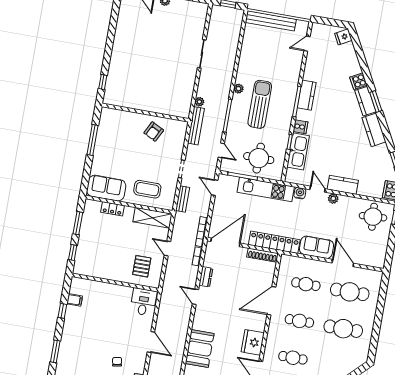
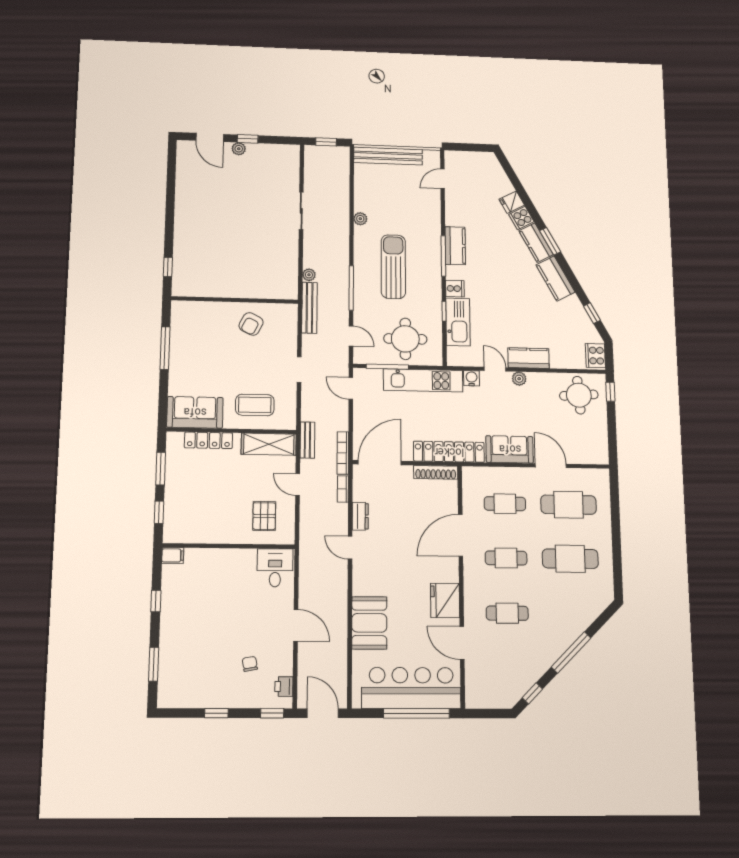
fridge: (343, 37) -> (512, 202), moved
plant: (239, 89) -> (360, 219), moved
bench: (183, 199) -> (307, 440), moved
locker: (112, 209) -> (208, 440), width x1.53
filing cabinet: (75, 300) -> (173, 555), moved

